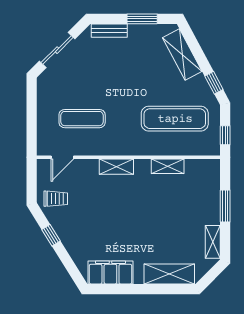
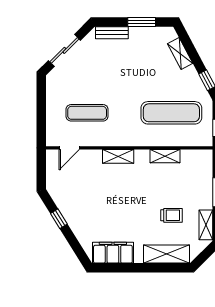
shelving: (182, 55) -> (180, 53), width x0.67, depth x0.75
trolley: (56, 199) -> (171, 215), moved

